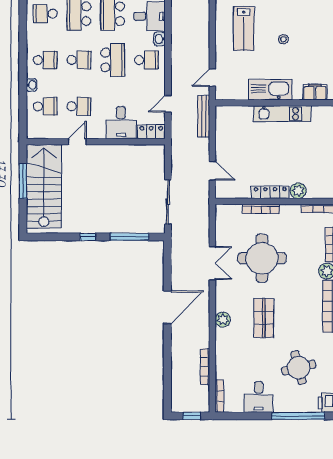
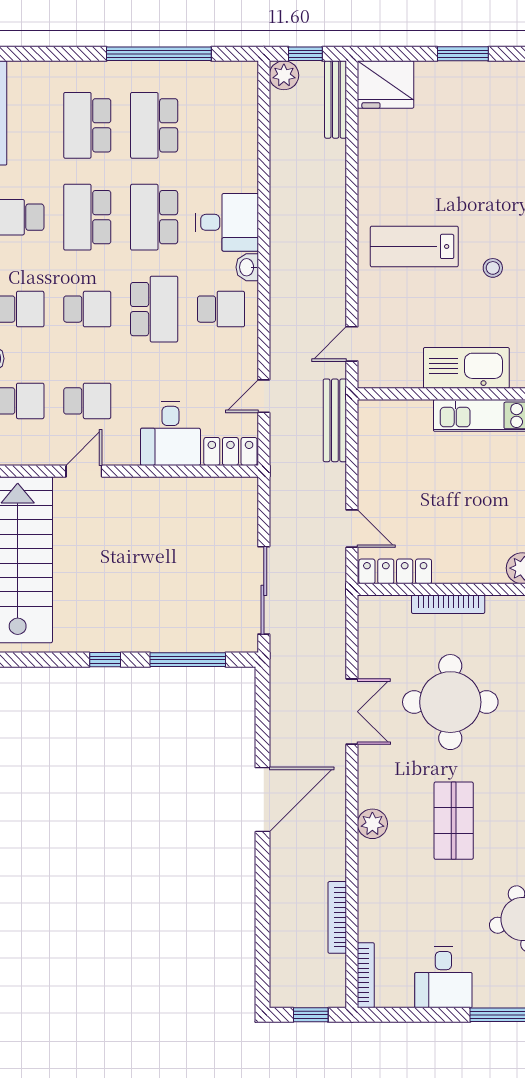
lab bench: (244, 28) -> (414, 246), turned 90
locker: (270, 192) -> (395, 571), moved

